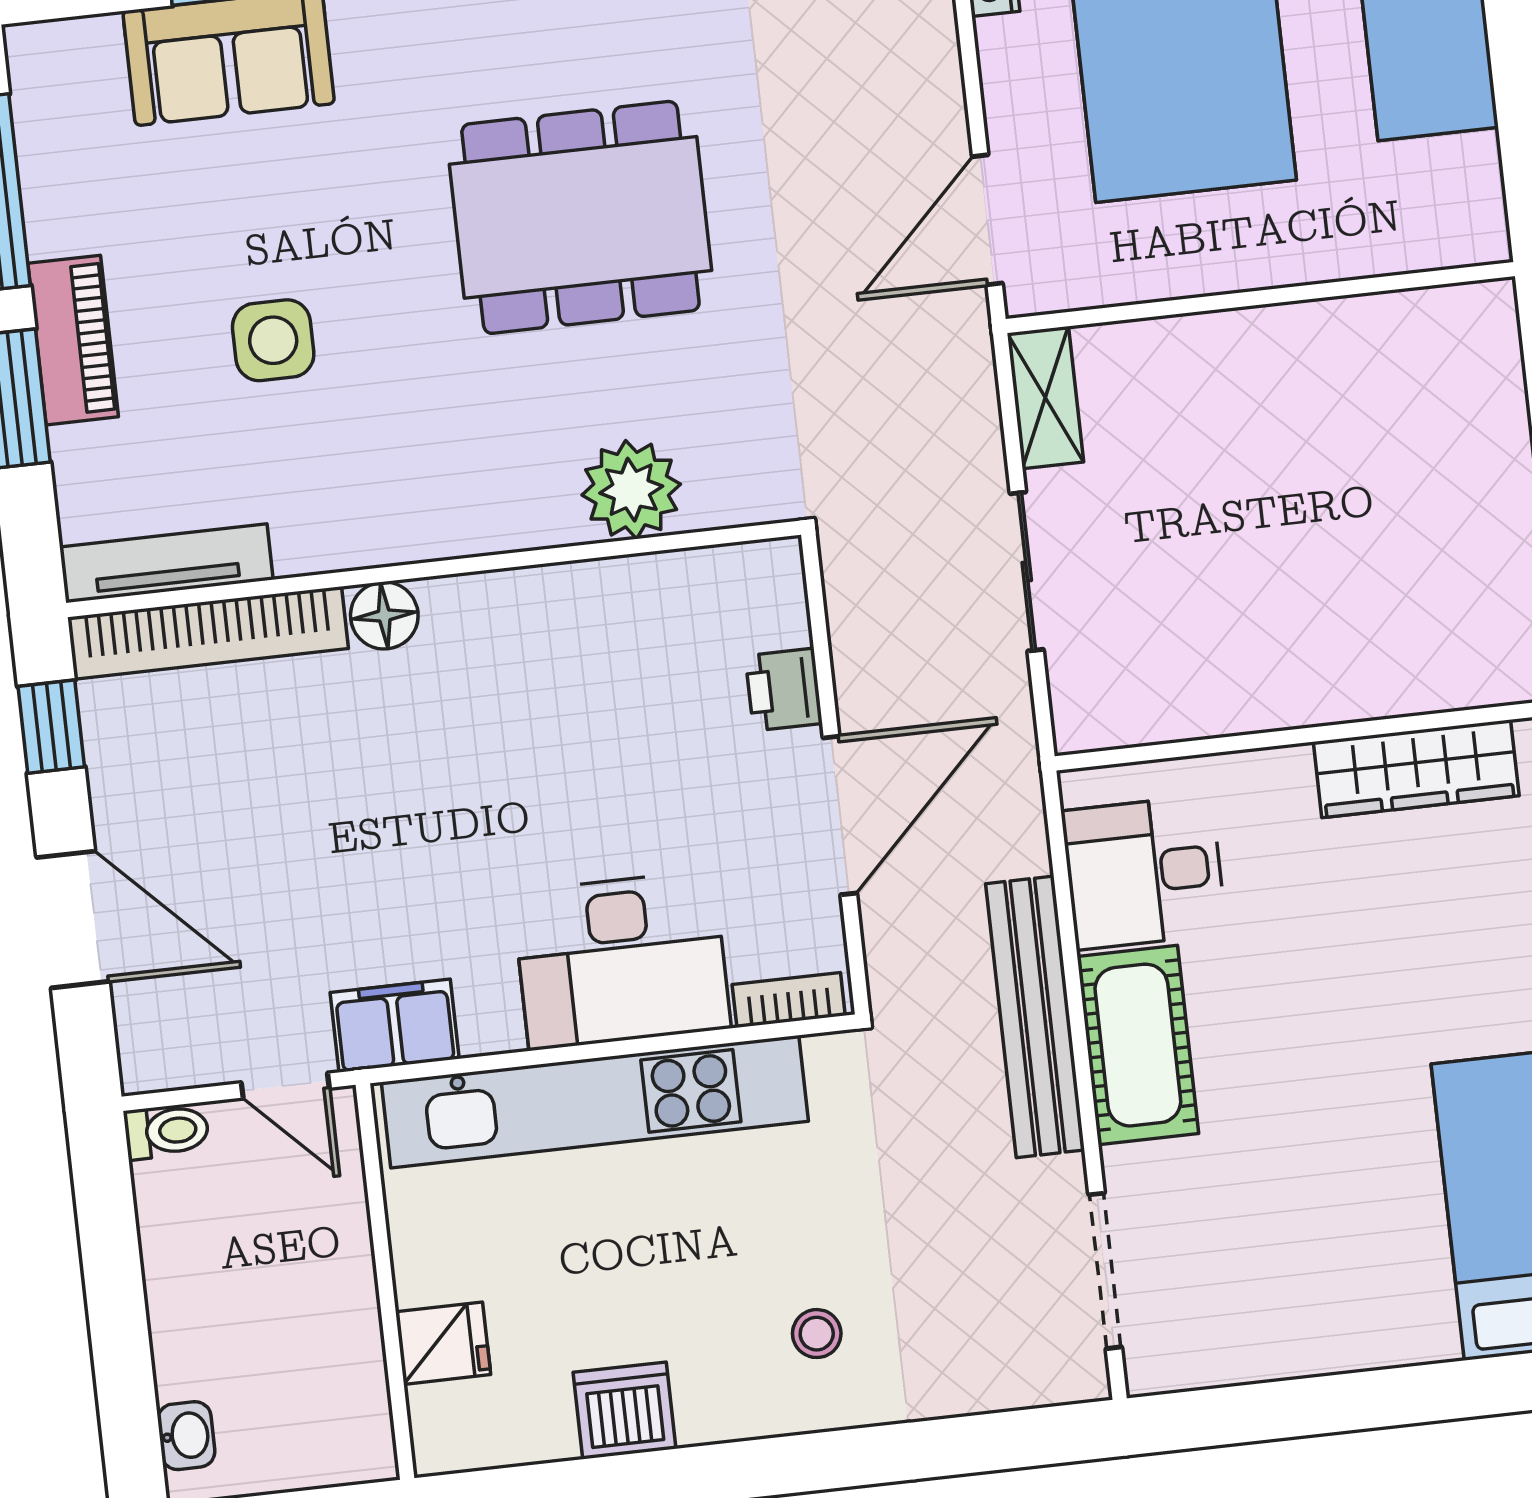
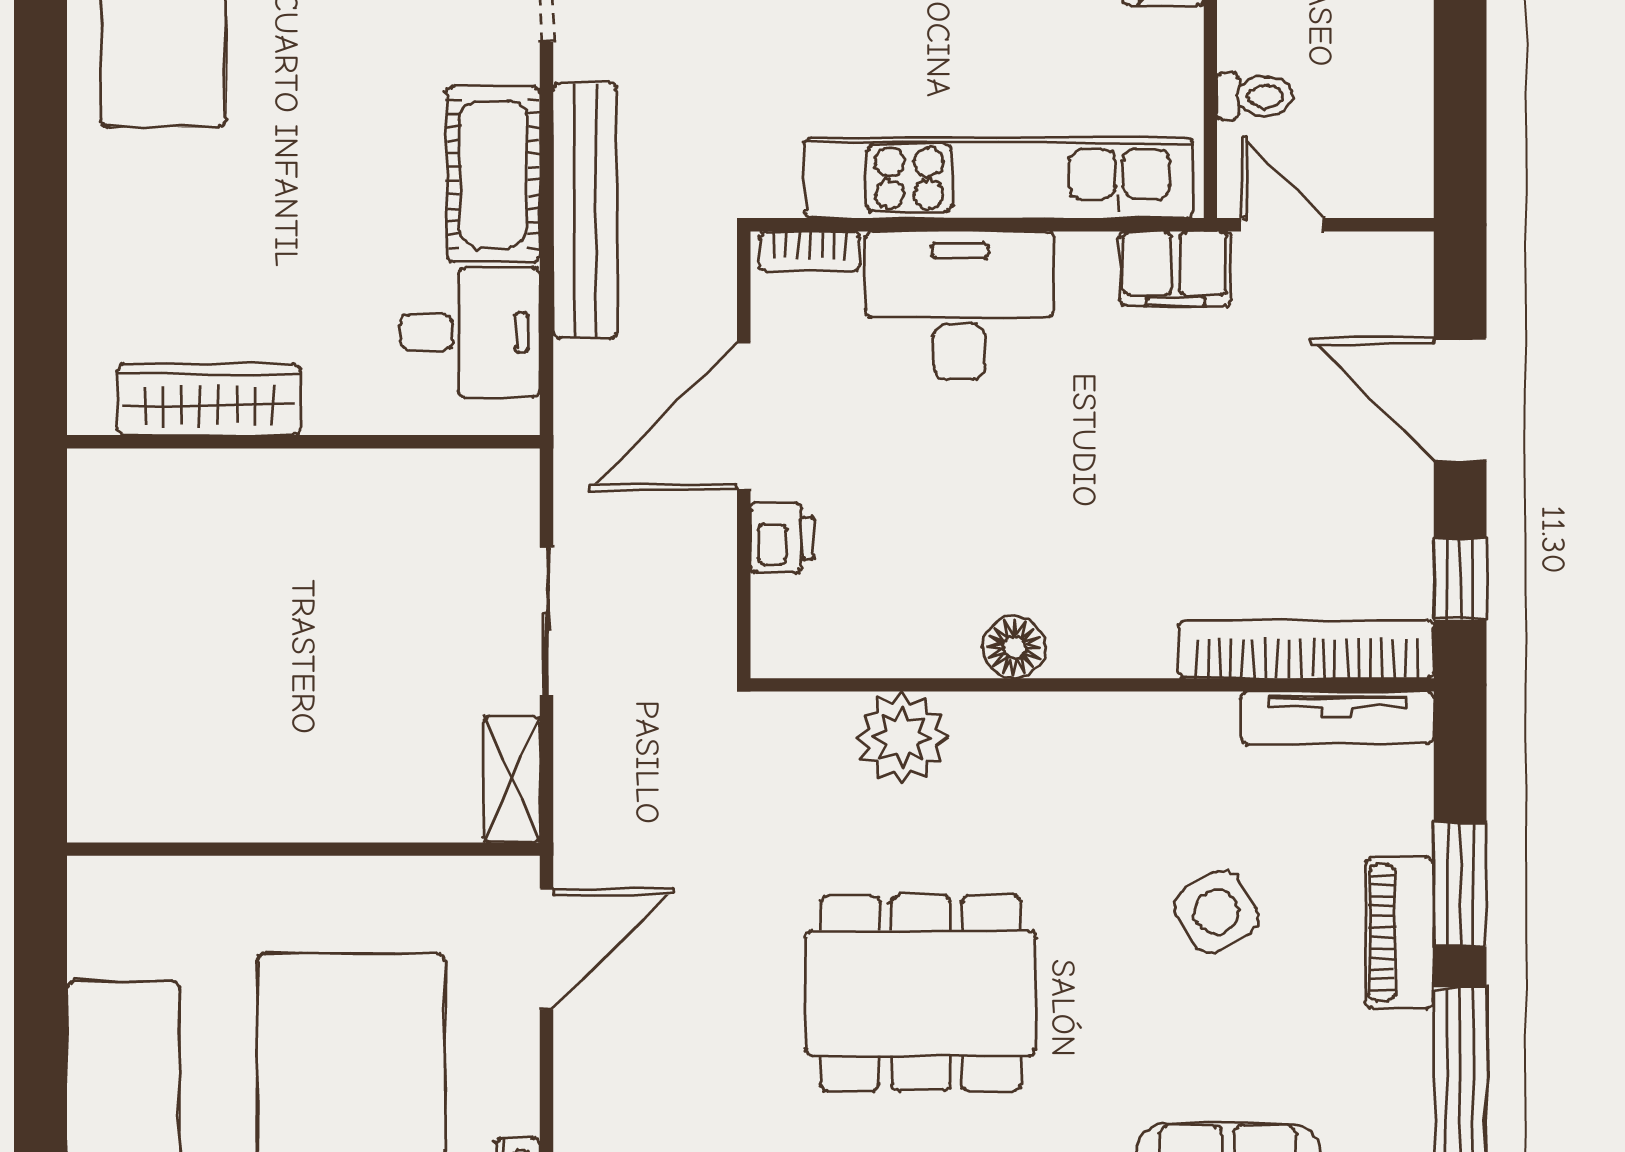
side table: (273, 340) -> (1216, 912), turned -31
floor lamp: (384, 615) -> (1014, 647), moved
toilet: (166, 1131) -> (1255, 96), moved, turned 180

